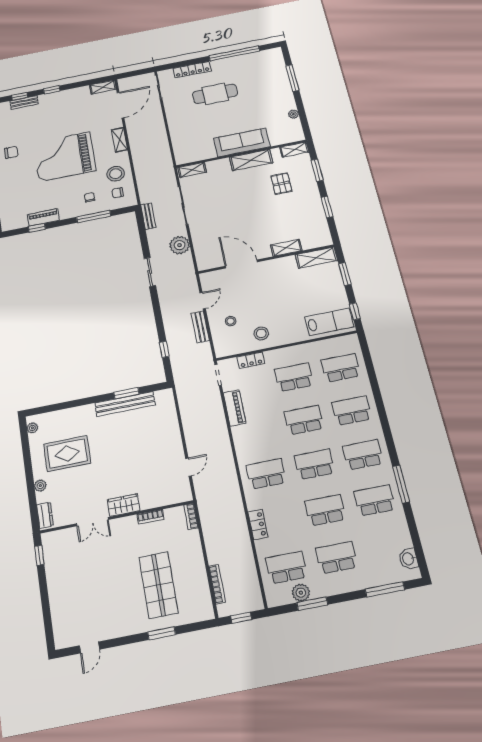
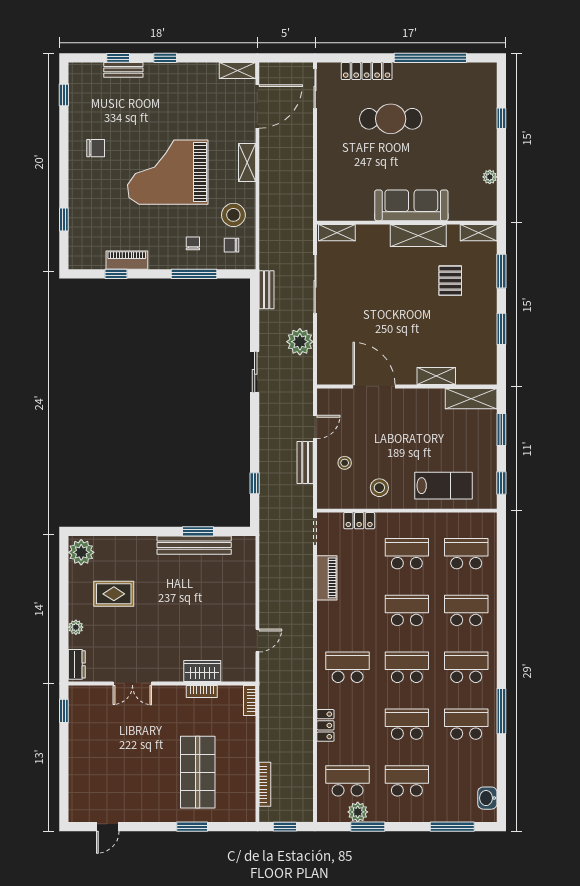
window: (292, 78) -> (501, 118), width x0.46
lab bench: (329, 322) -> (443, 486), moved
plant: (32, 428) -> (81, 552), width x1.88, depth x1.88
rug: (67, 454) -> (114, 594), width x0.73, depth x0.70
wardrobe: (124, 505) -> (202, 671), moved

